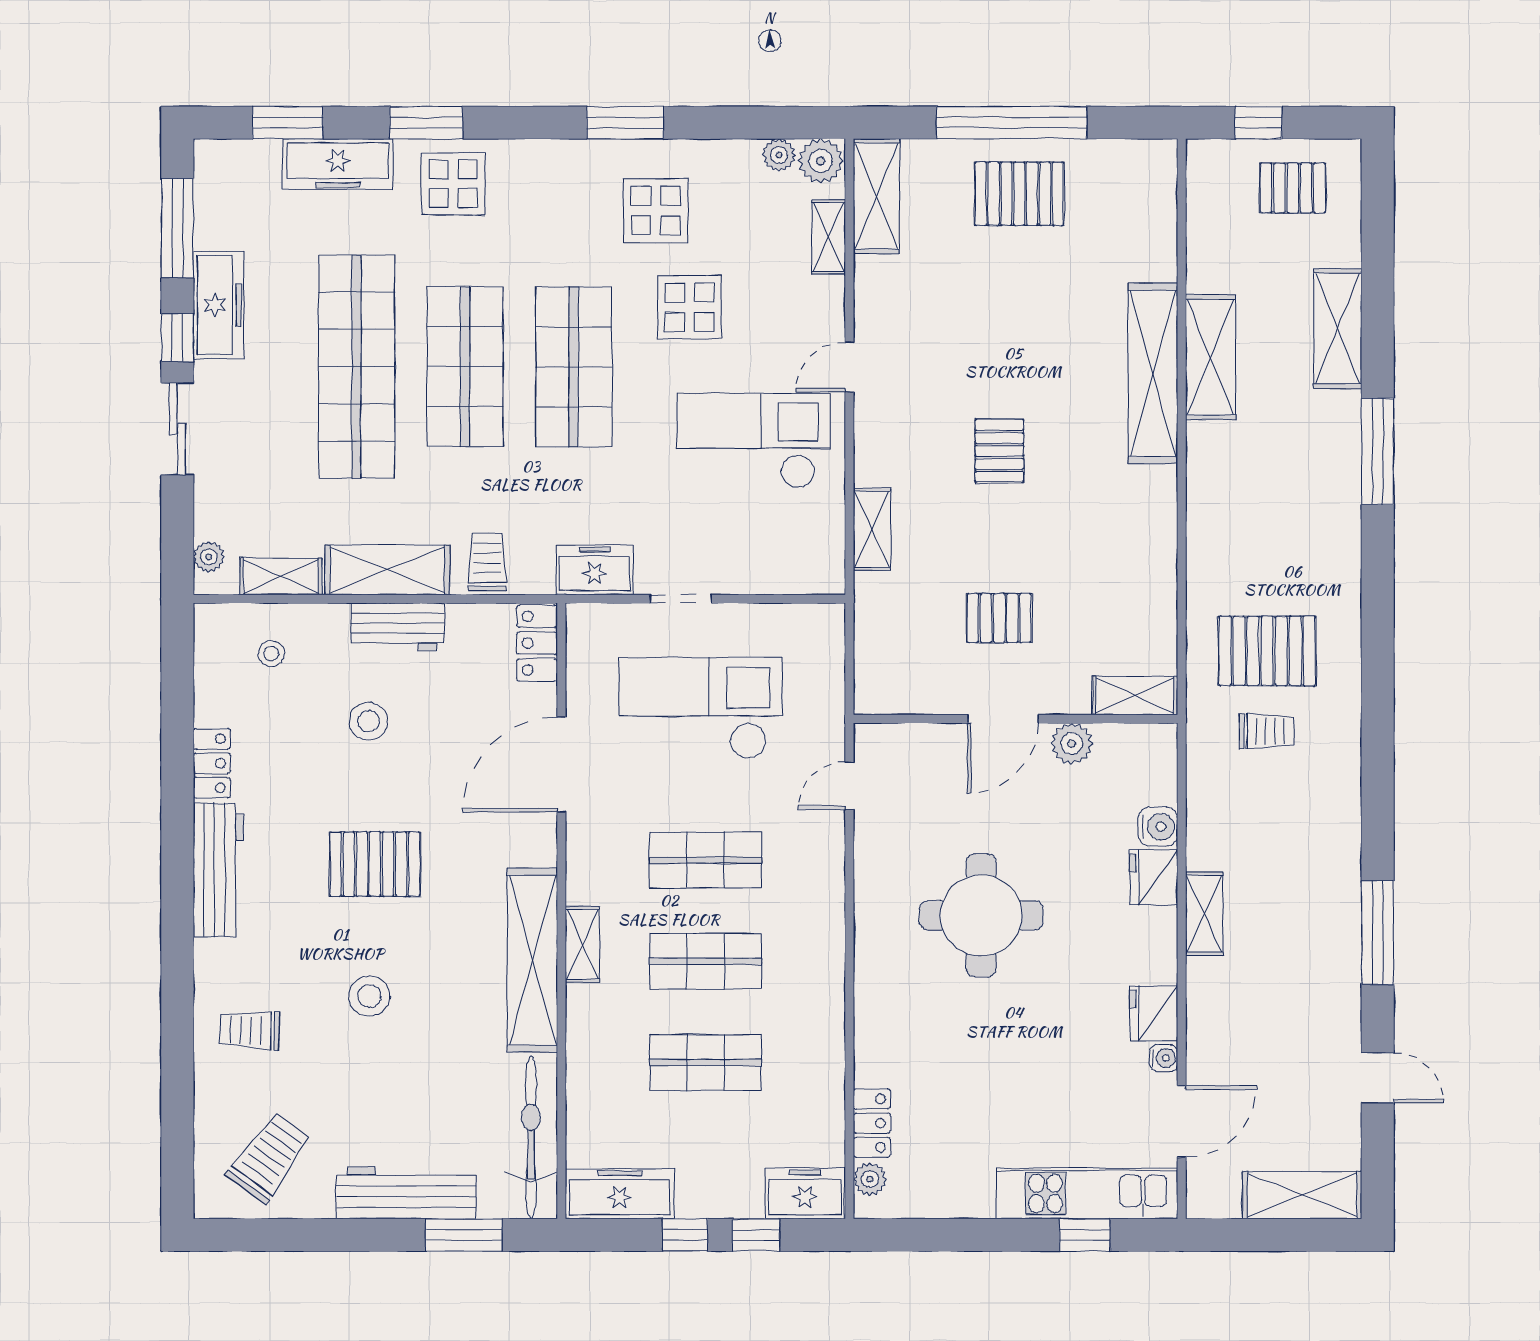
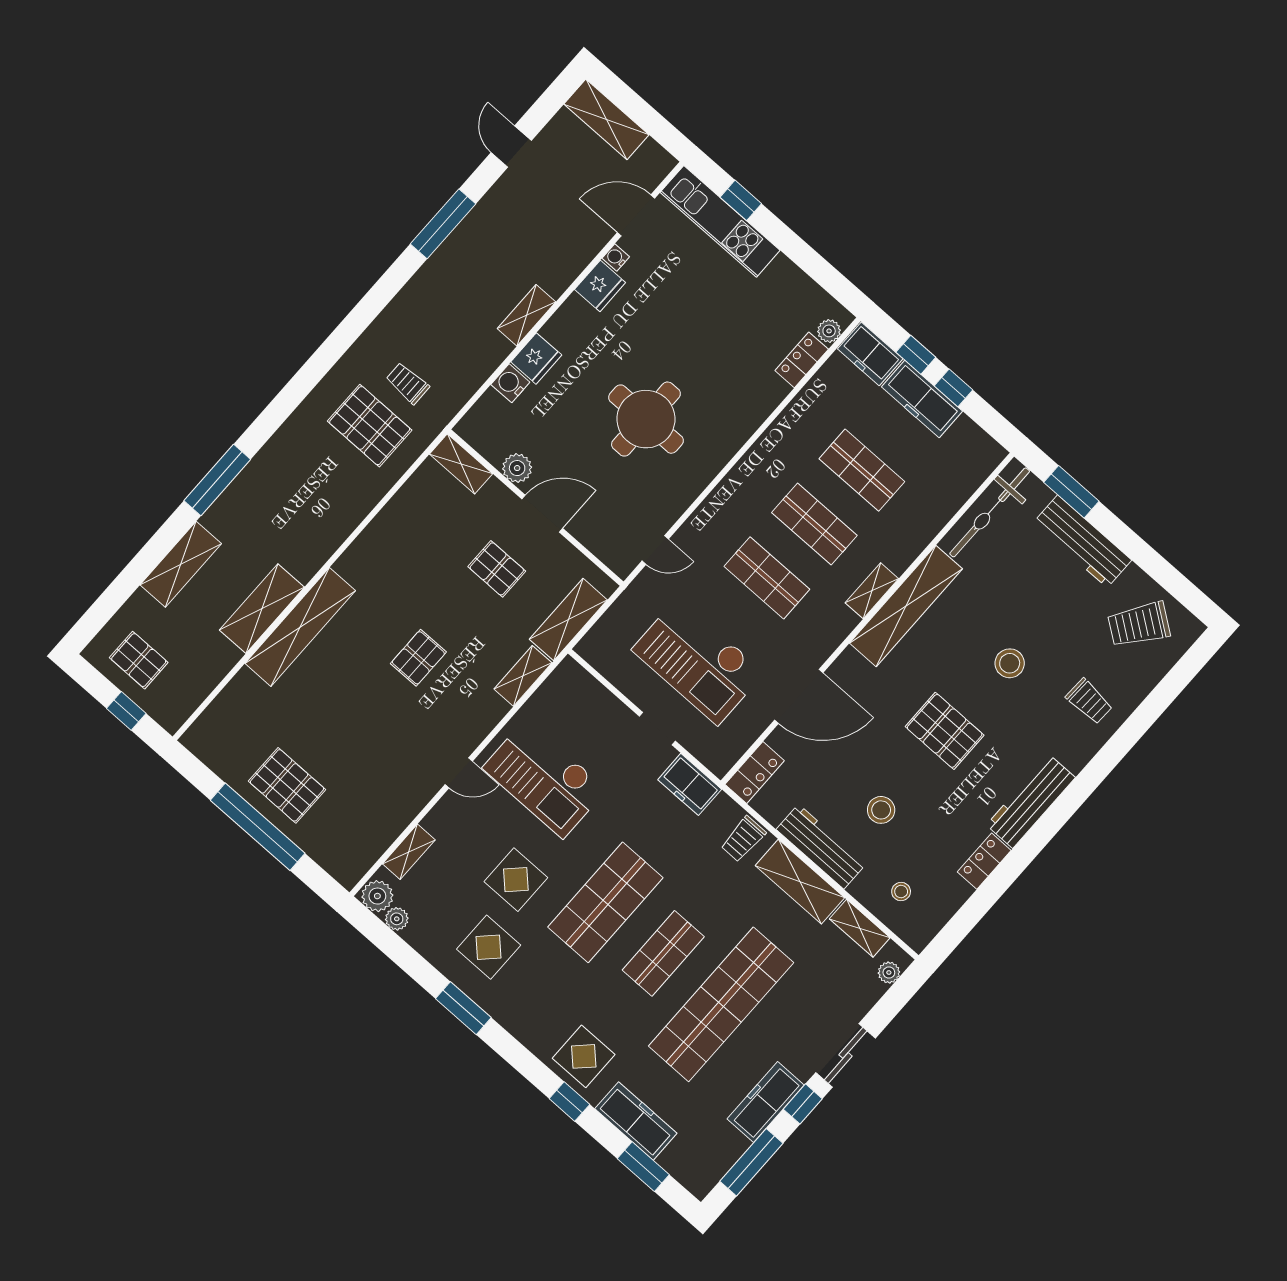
window: (426, 123) -> (569, 1102), width x0.67
shelving: (876, 196) -> (568, 620), moved
shop shelf: (465, 367) -> (663, 953), width x0.70, depth x0.74
workbench: (398, 627) -> (821, 847), width x1.37
freezer: (620, 1194) -> (922, 399), moved

